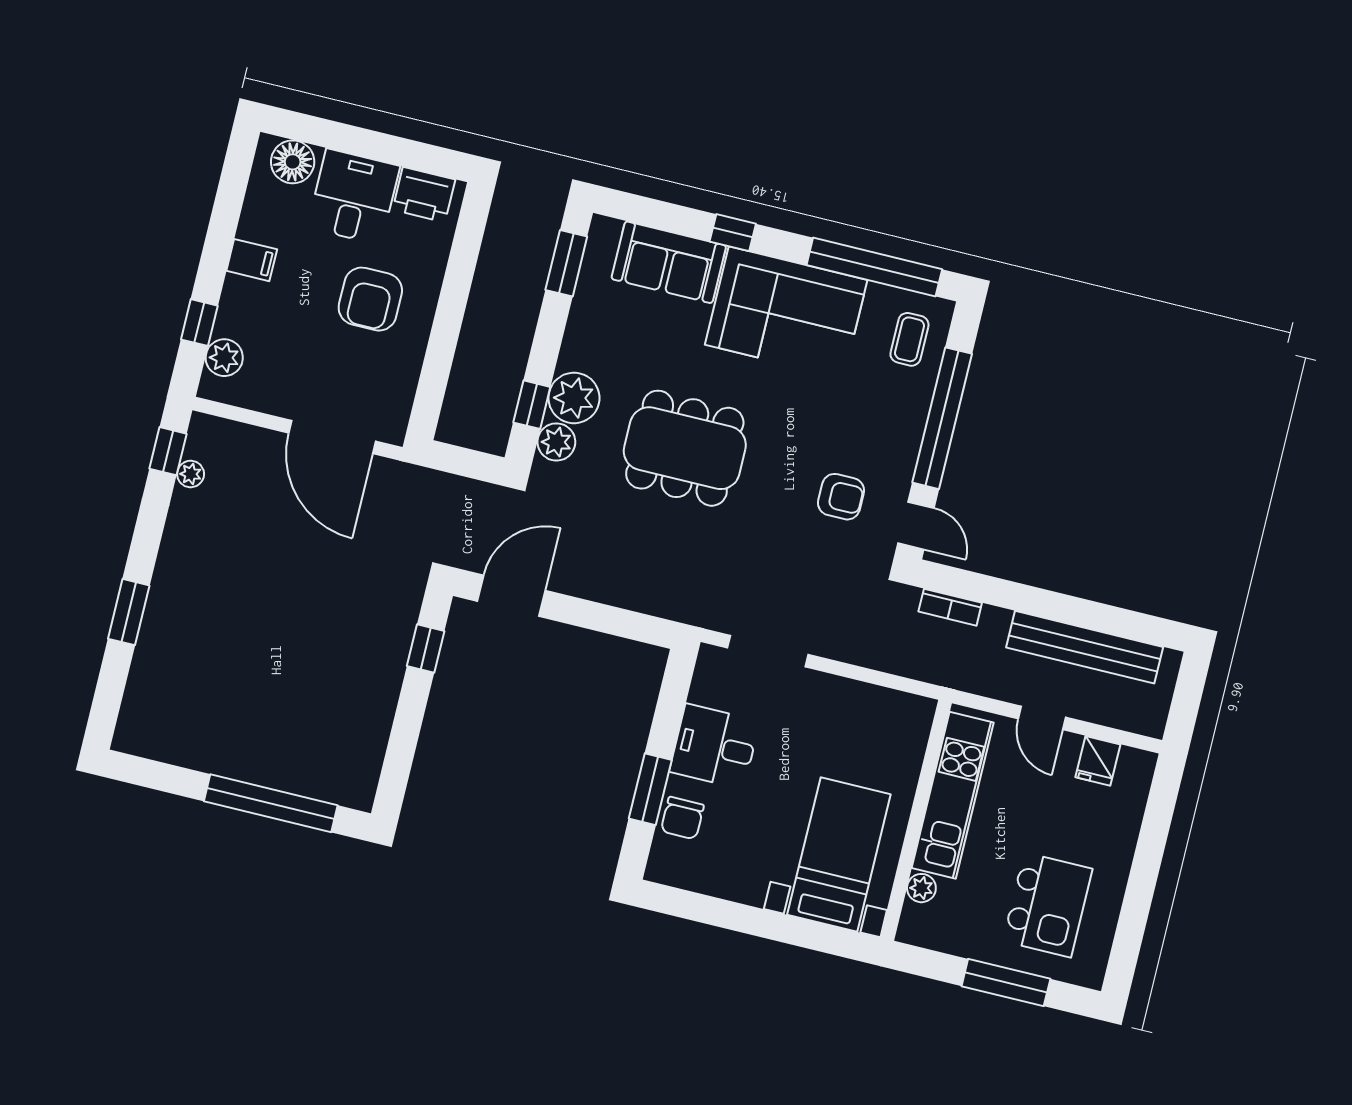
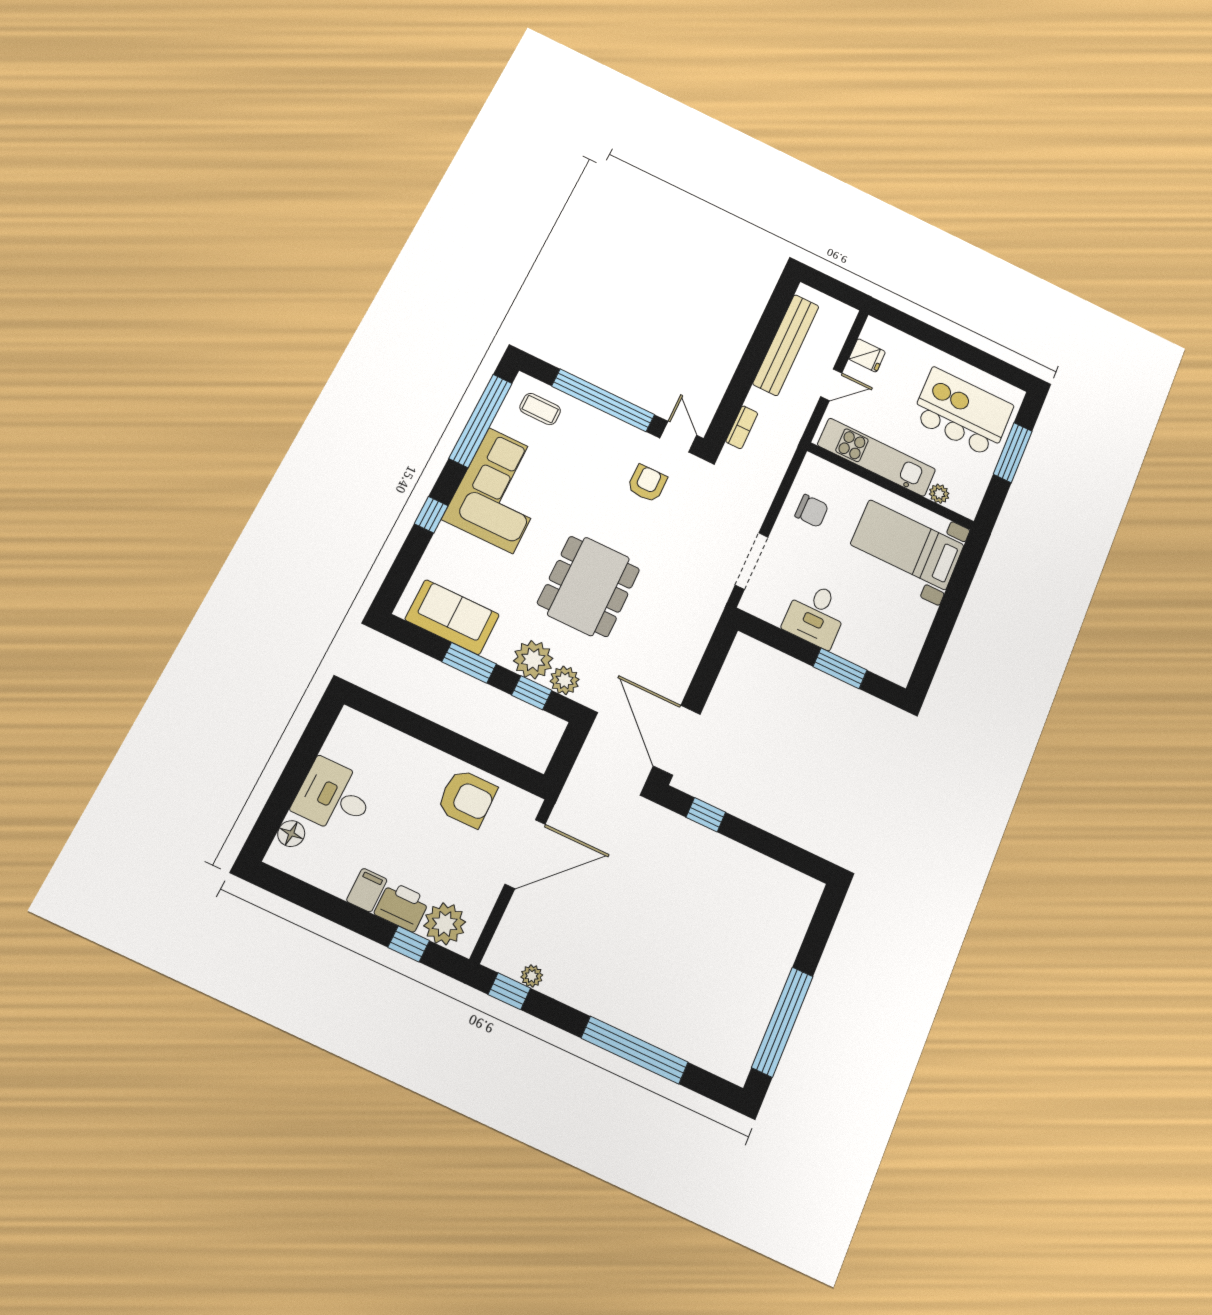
floor lamp: (293, 162) -> (291, 834), width x0.73, depth x0.73
printer: (424, 195) -> (402, 907), moved, turned -90
sofa: (669, 262) -> (452, 617), moved, turned -90
window: (566, 263) -> (469, 663), moved
armchair: (370, 299) -> (467, 798), moved
plant: (224, 358) -> (445, 924), width x1.36, depth x1.36
door: (916, 526) -> (678, 437), hinge flipped
door: (511, 596) -> (677, 740), width x1.36
window: (129, 612) -> (635, 1050), width x2.11
window: (271, 803) -> (782, 1022), moved
chair: (682, 818) -> (812, 511), moved
kitchen island: (1048, 905) -> (963, 412), width x1.37, depth x1.28

